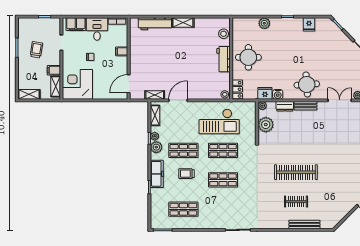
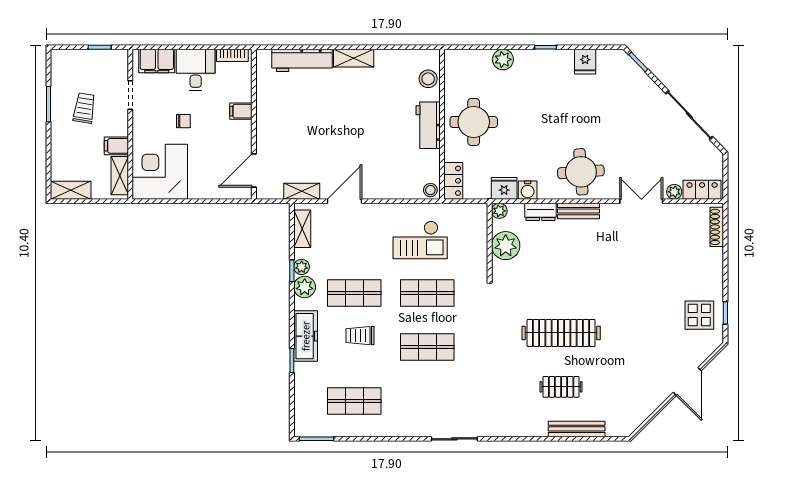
checkout: (219, 121) -> (420, 240), width x0.73, depth x0.83

